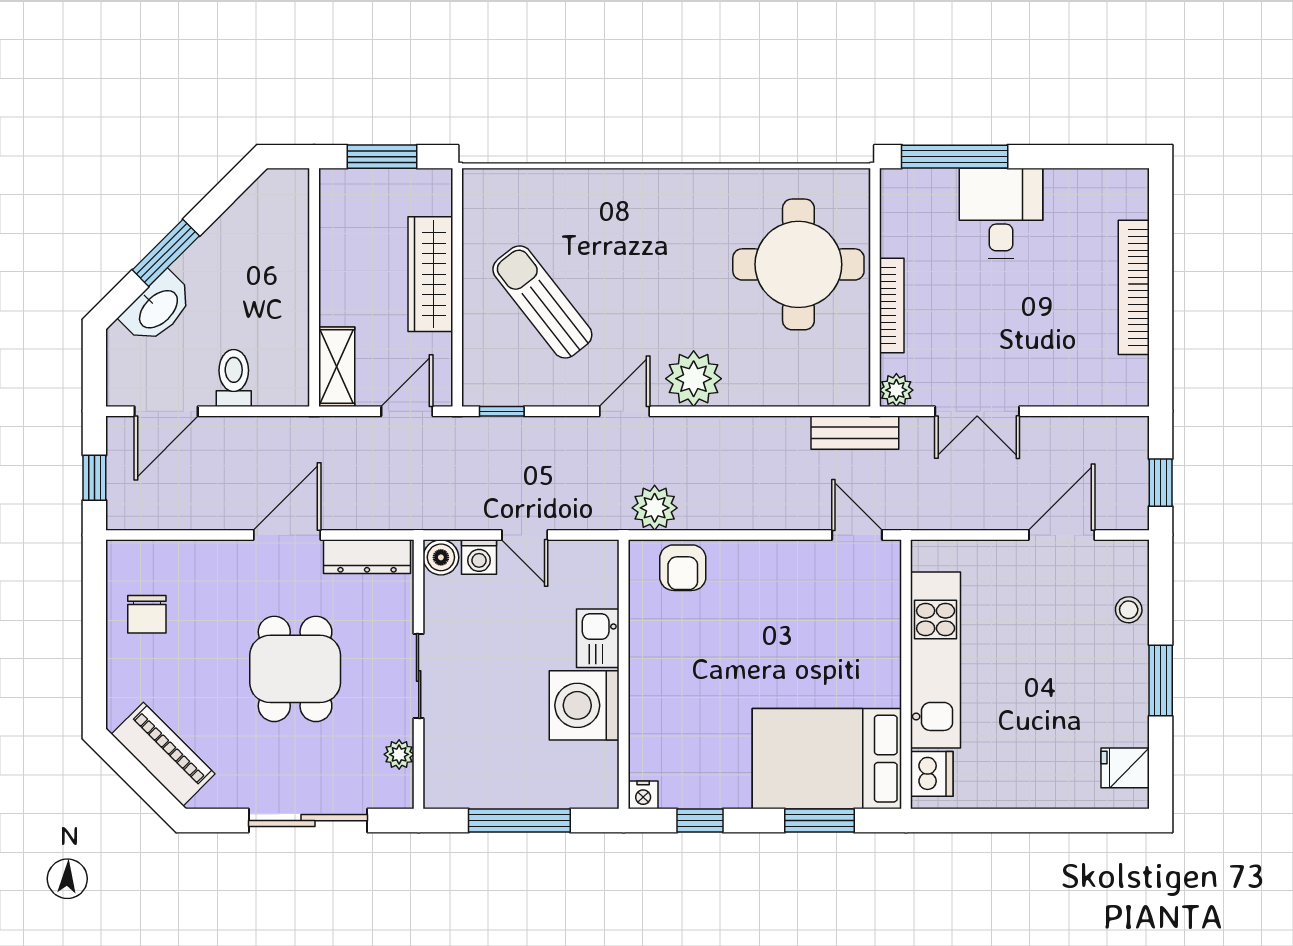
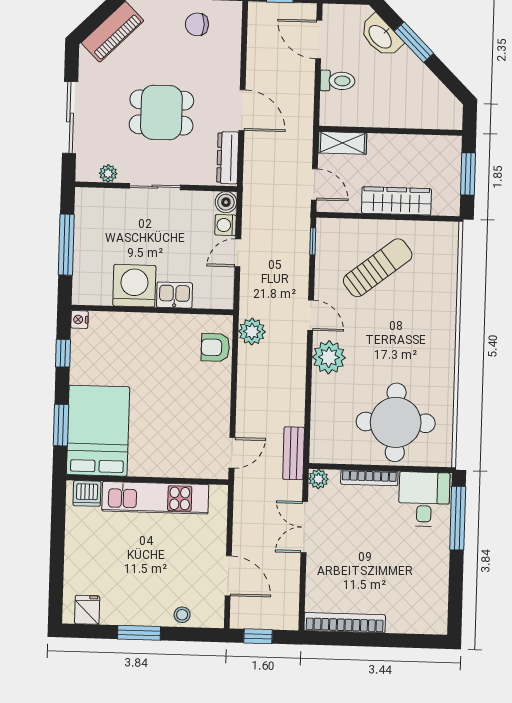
desk: (1001, 213) -> (424, 499), moved, turned -90
bookcase: (1134, 287) -> (345, 623), moved

